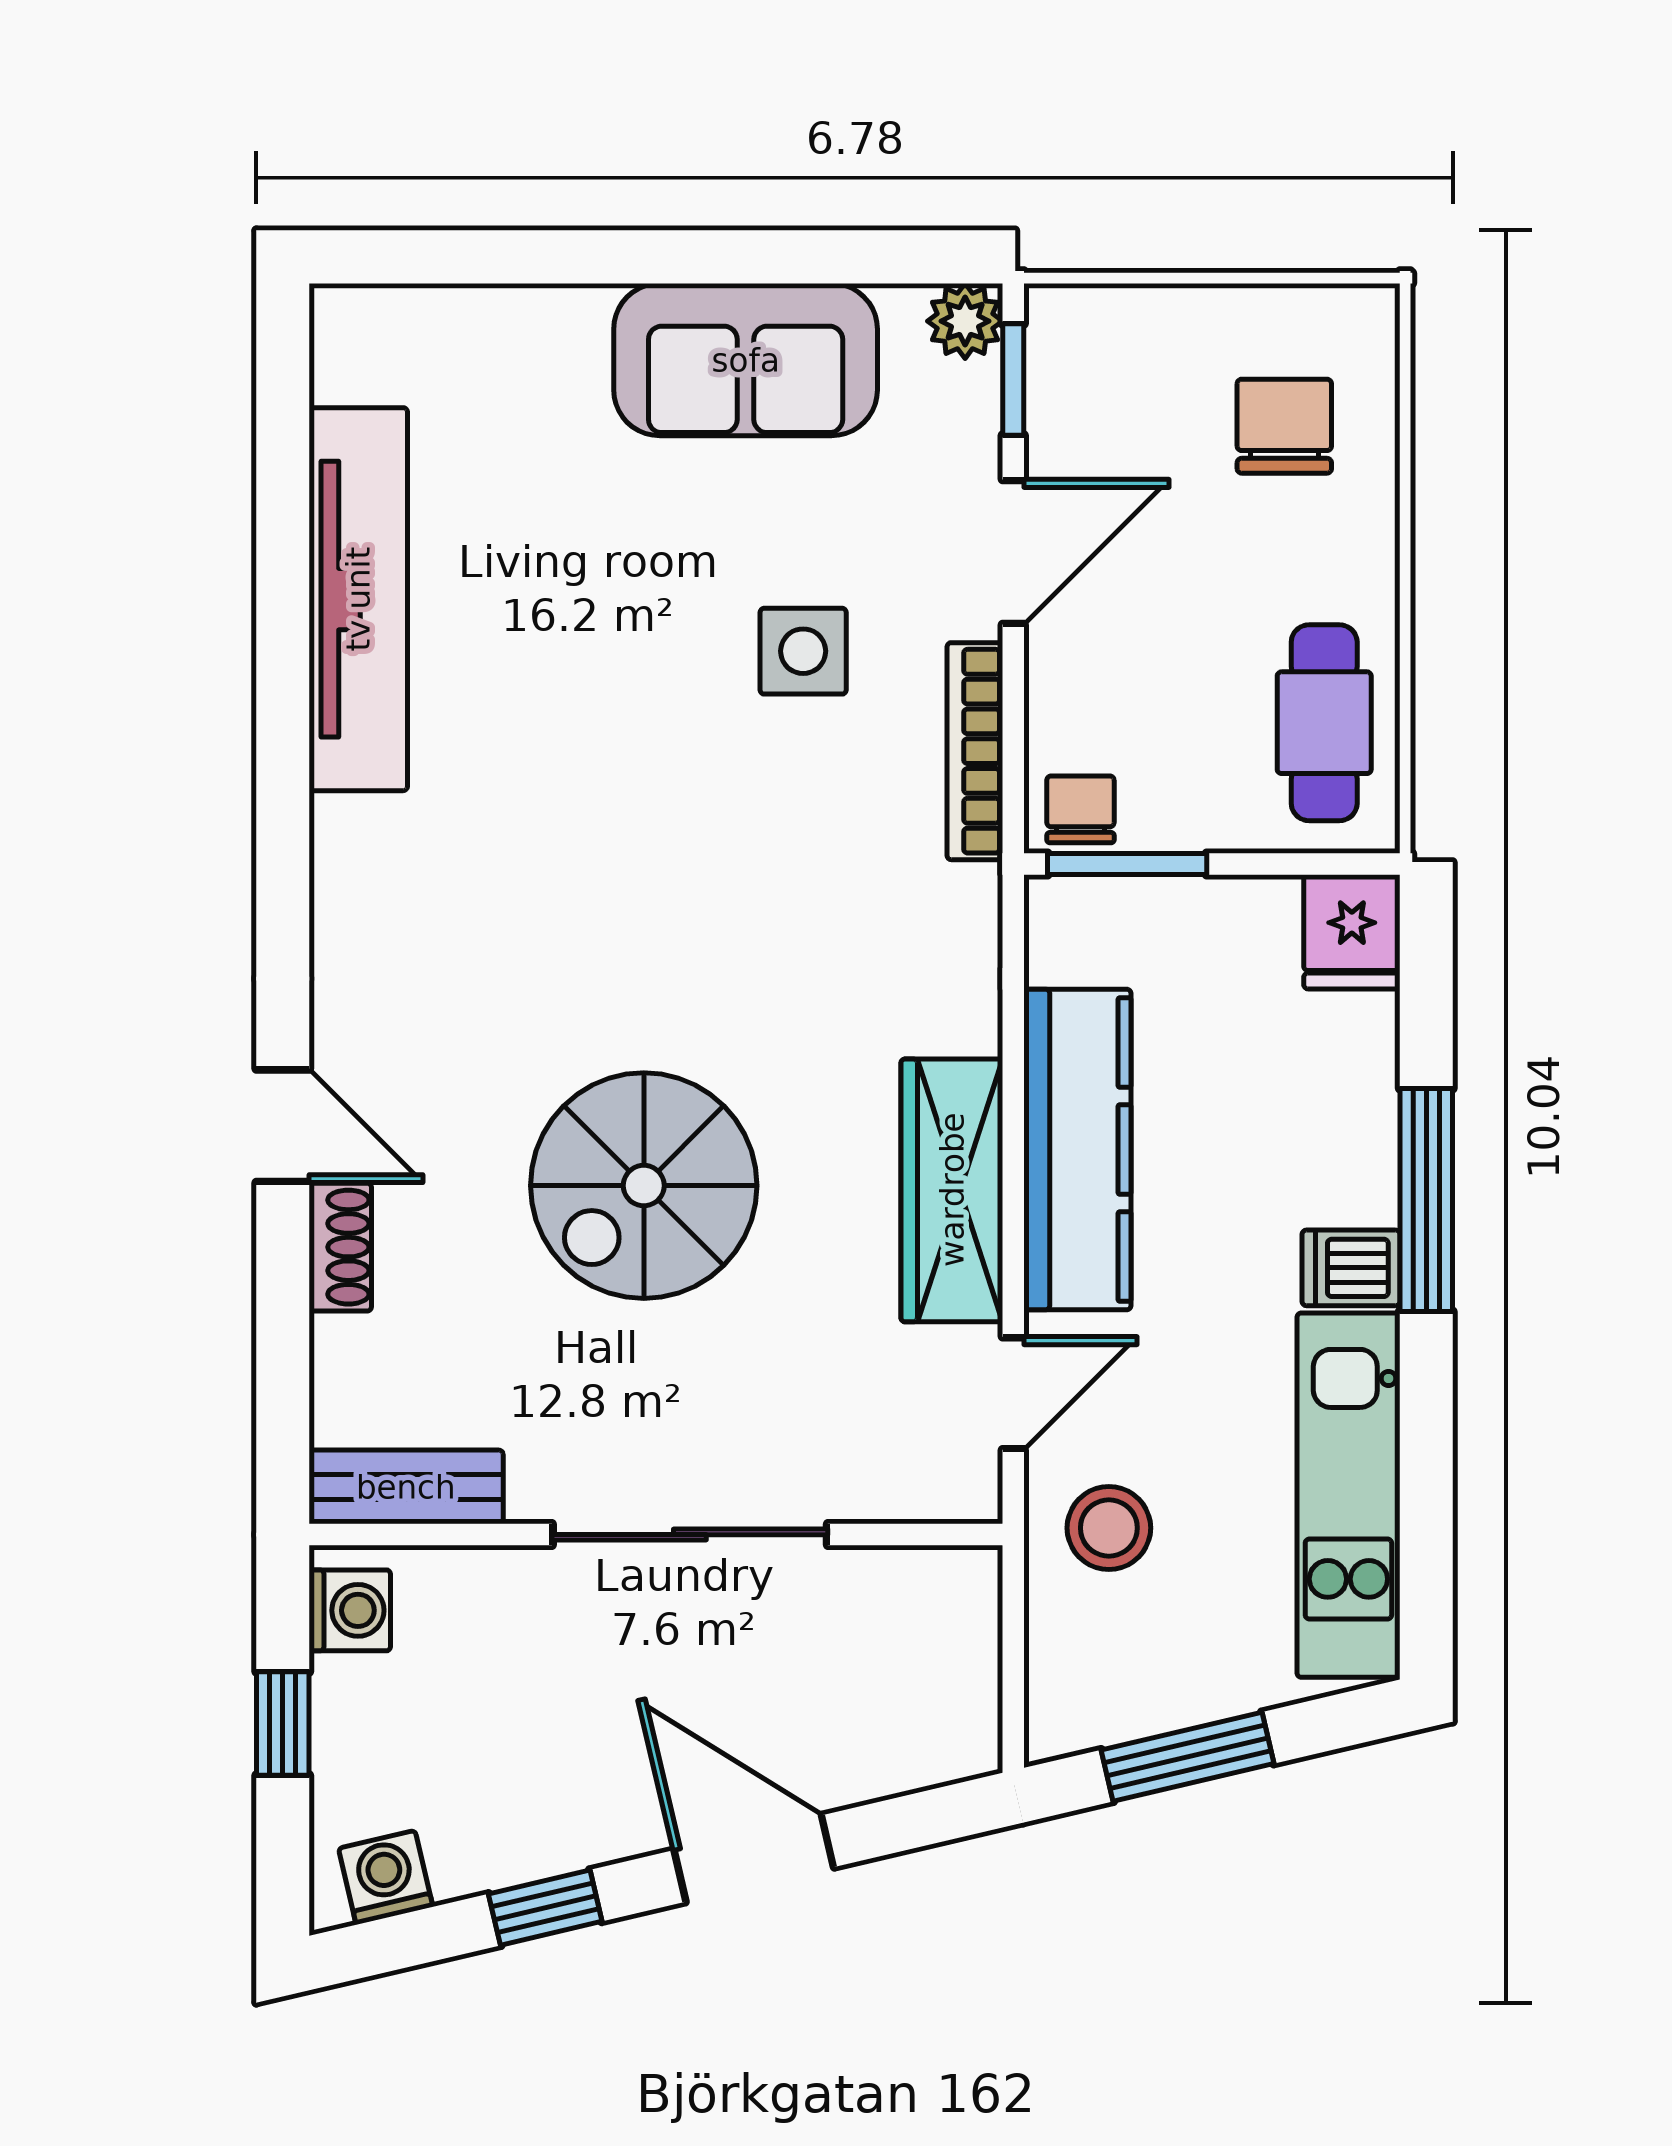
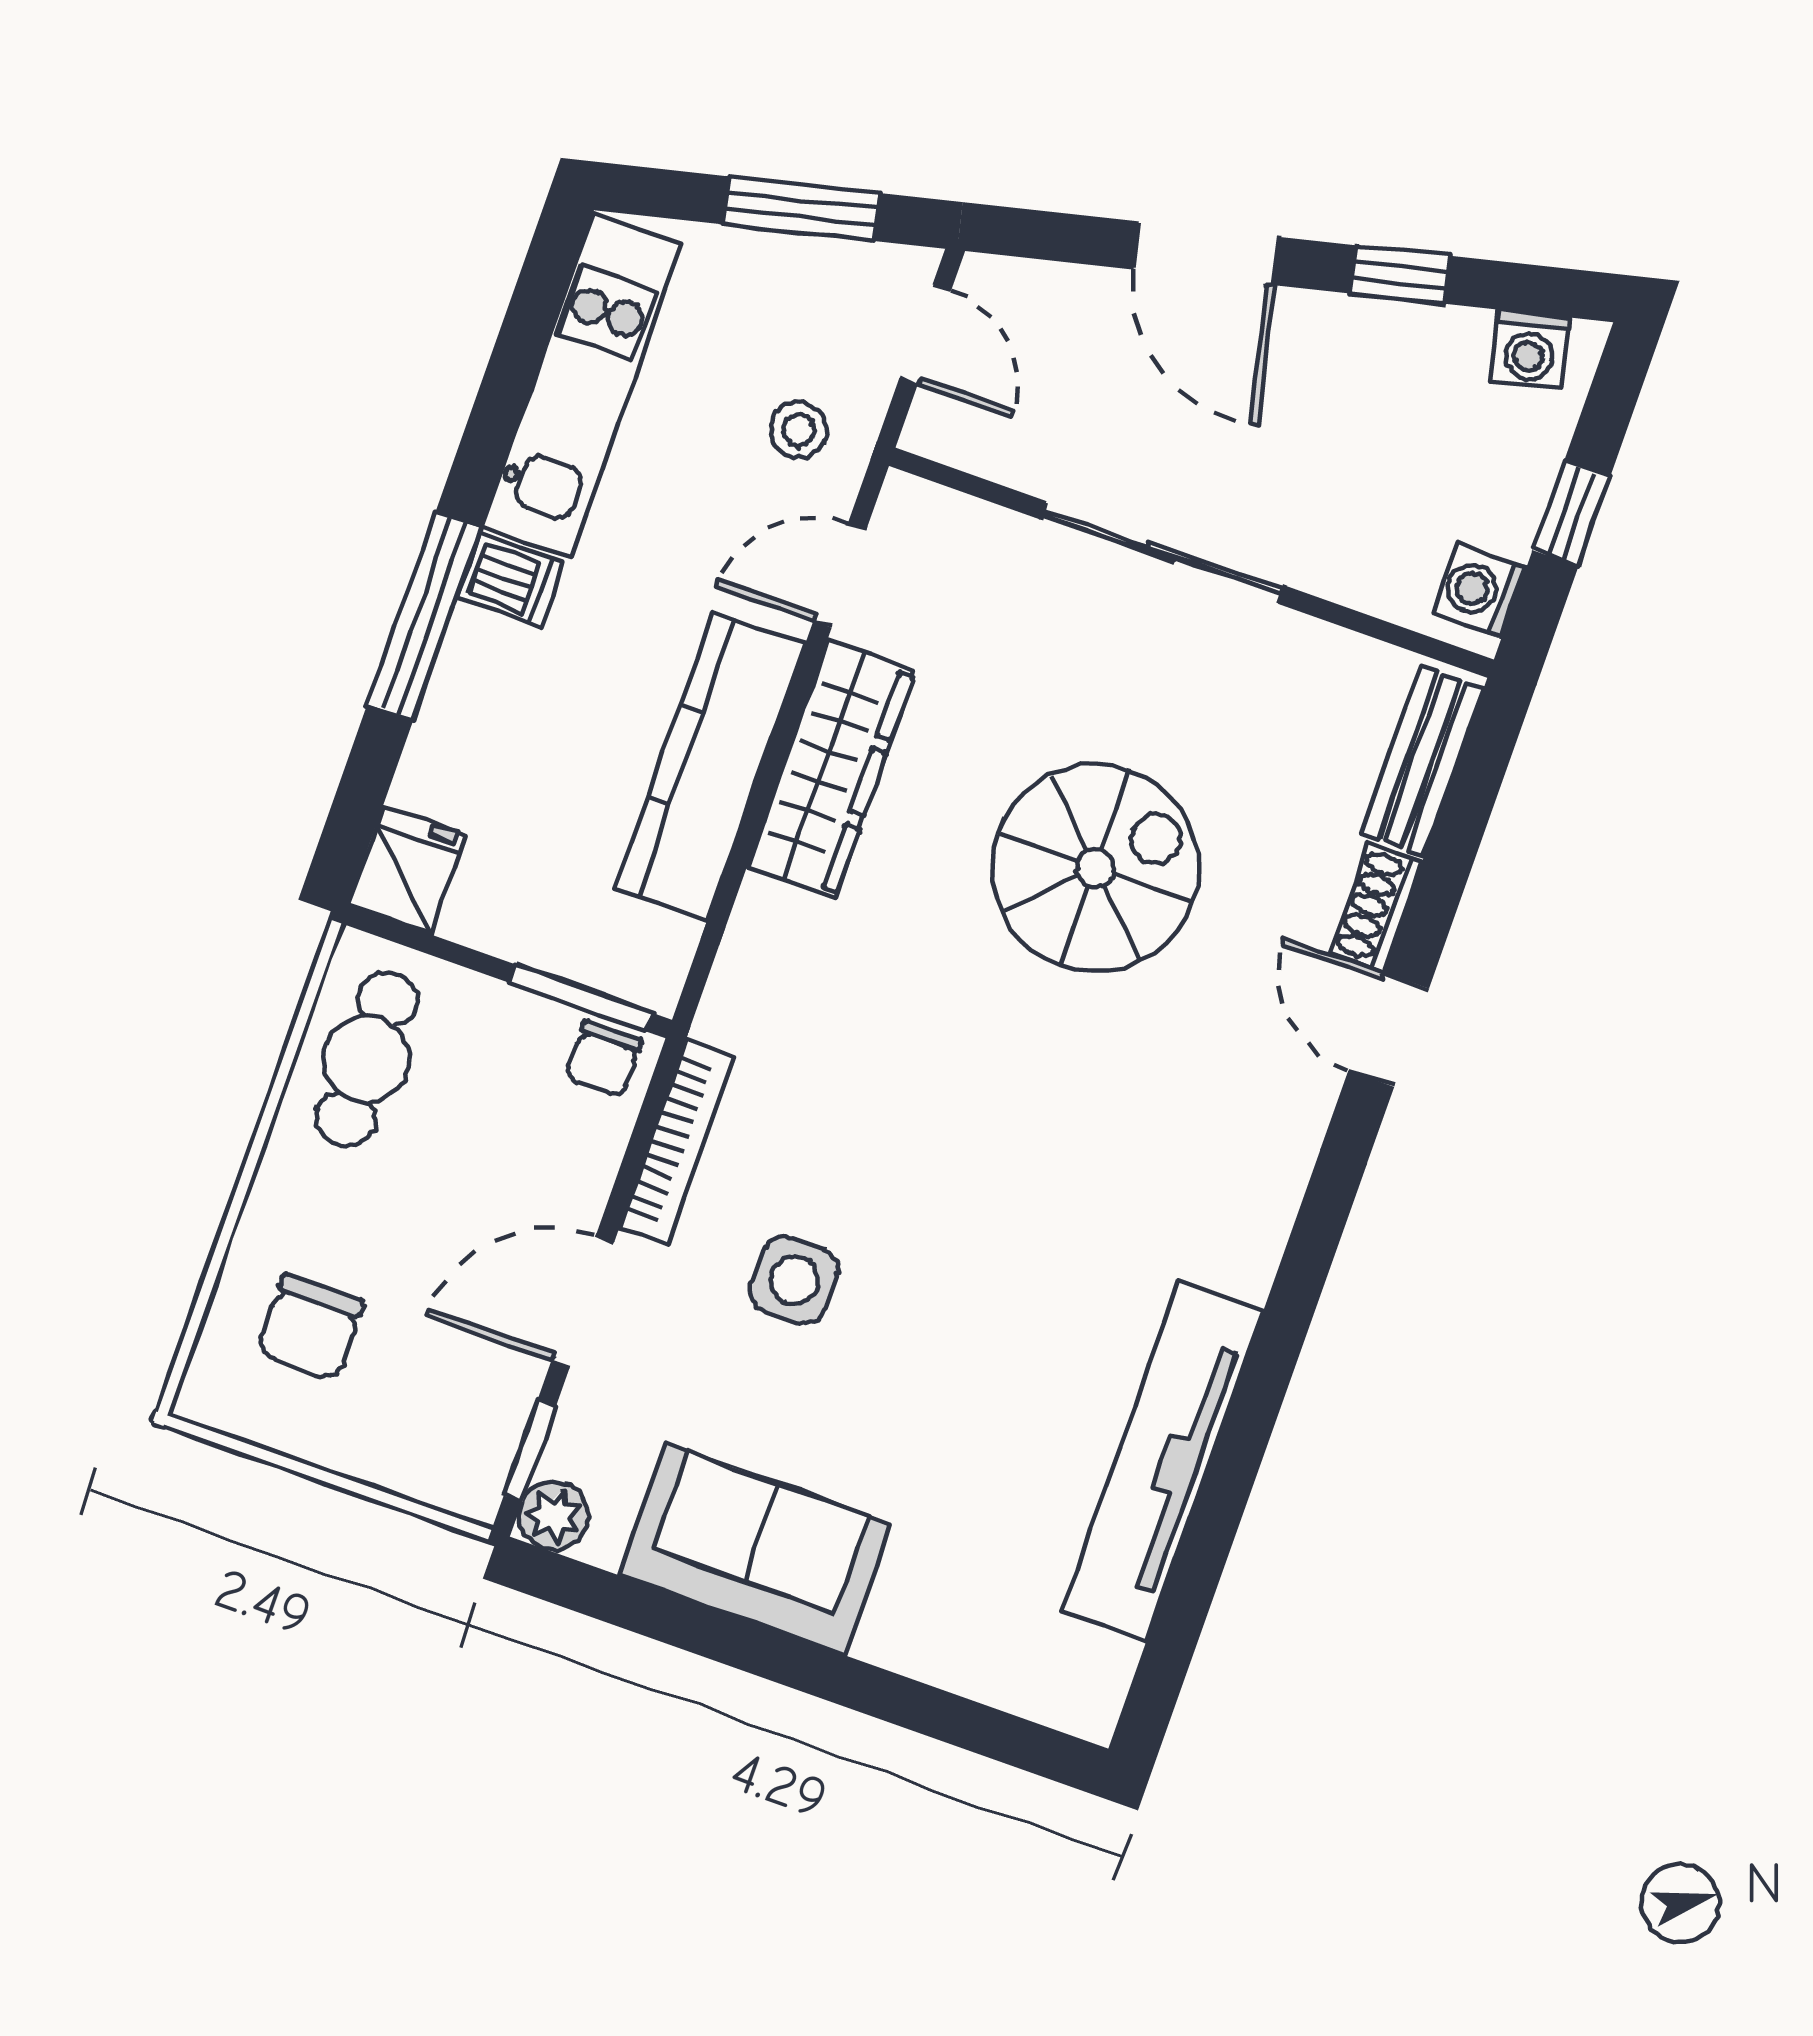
bench: (406, 1487) -> (1422, 761), moved, turned 90
stool: (1109, 1528) -> (799, 430), width x0.73, depth x0.73
door: (1013, 1673) -> (925, 335), added

